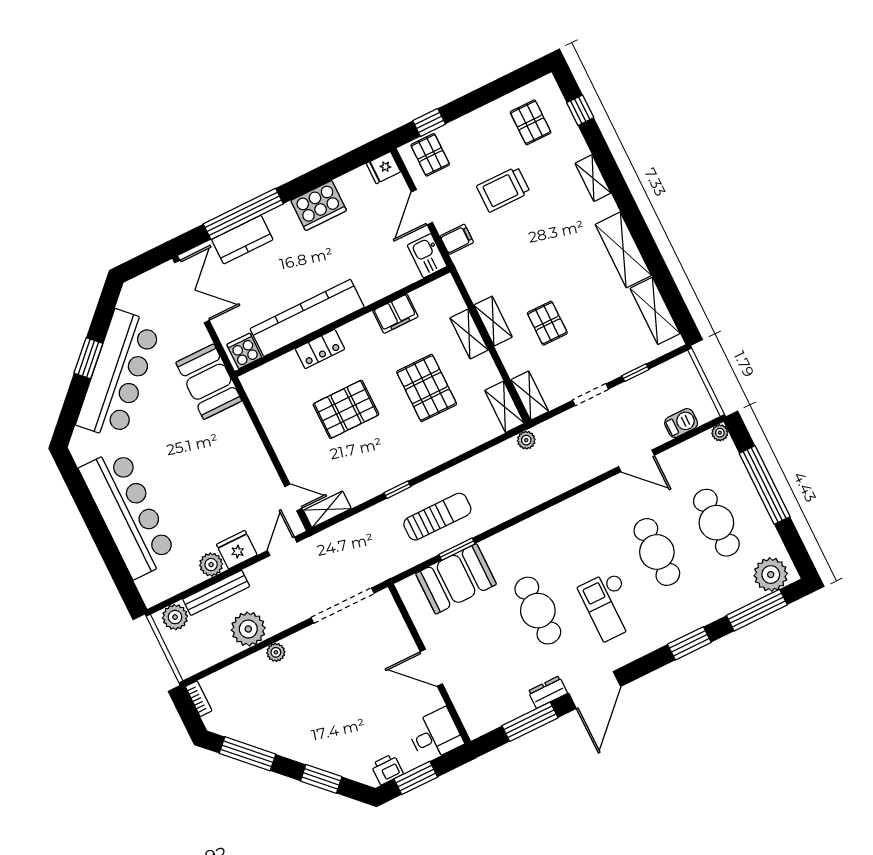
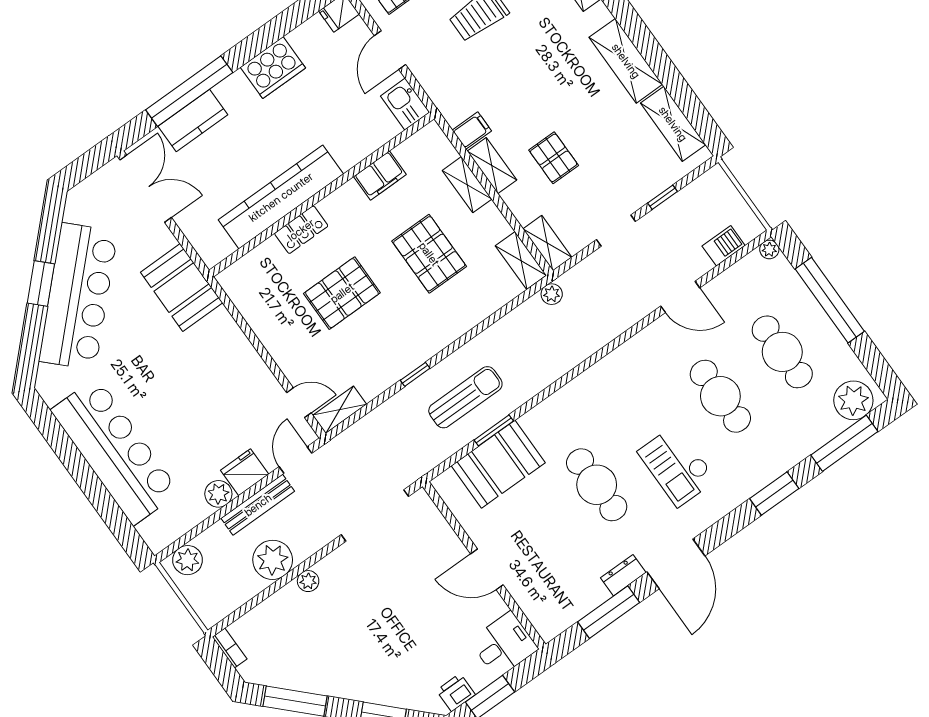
filing cabinet: (457, 239) -> (472, 131), moved
cooker: (244, 351) -> (216, 246), removed
bench: (216, 593) -> (258, 505), moved

